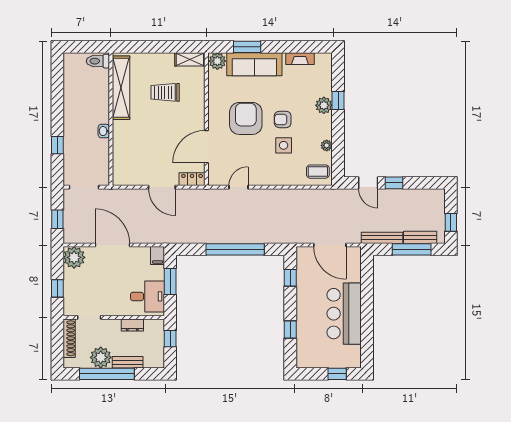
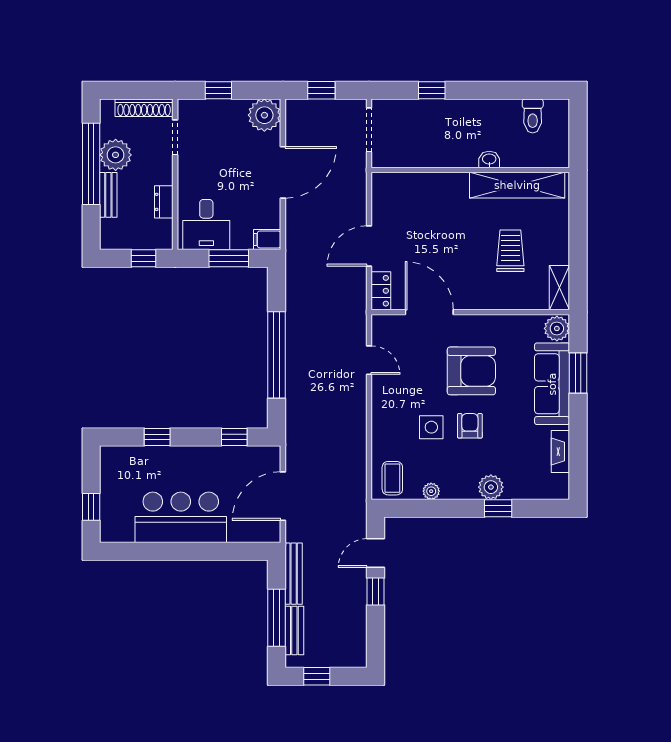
toilet: (98, 61) -> (533, 116), moved, turned 180
washbasin: (104, 131) -> (489, 159), moved

